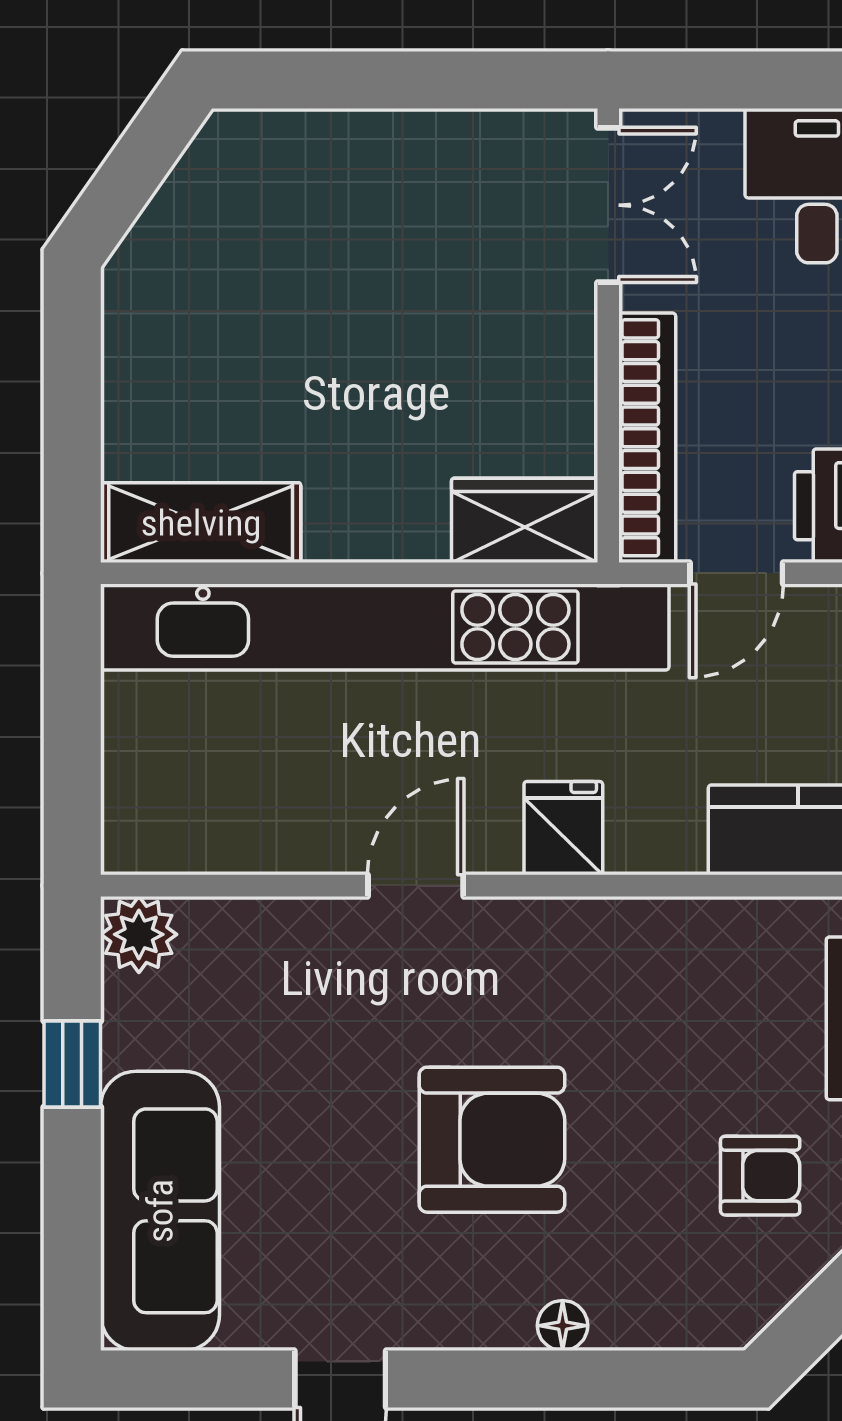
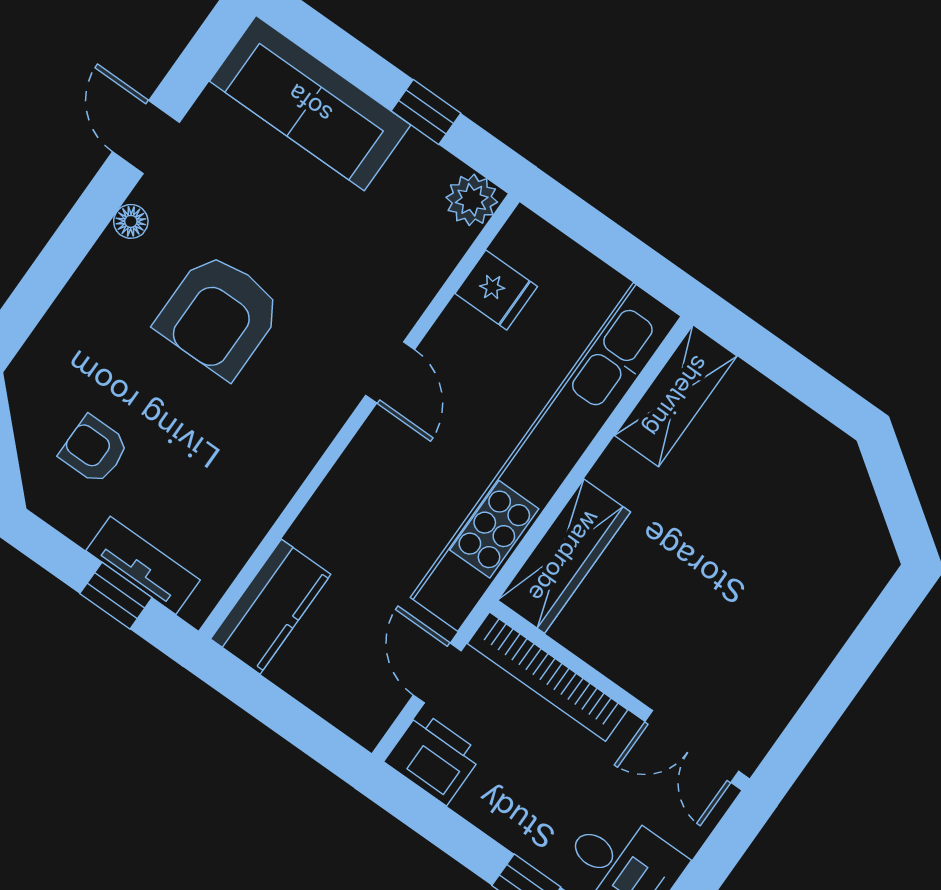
wardrobe: (525, 520) -> (564, 556), width x1.50
fridge: (563, 828) -> (496, 290), moved
armchair: (760, 1176) -> (94, 450), turned 90
floor lamp: (563, 1326) -> (131, 221), moved

